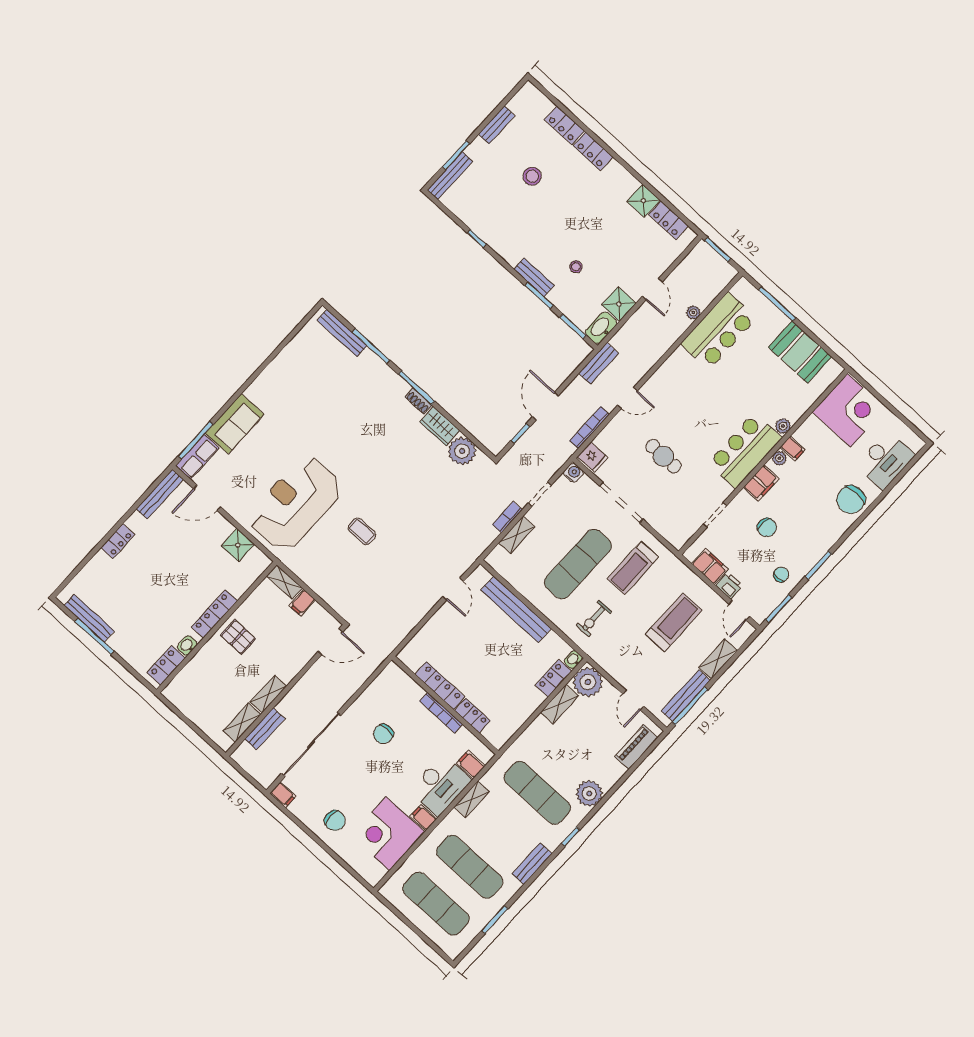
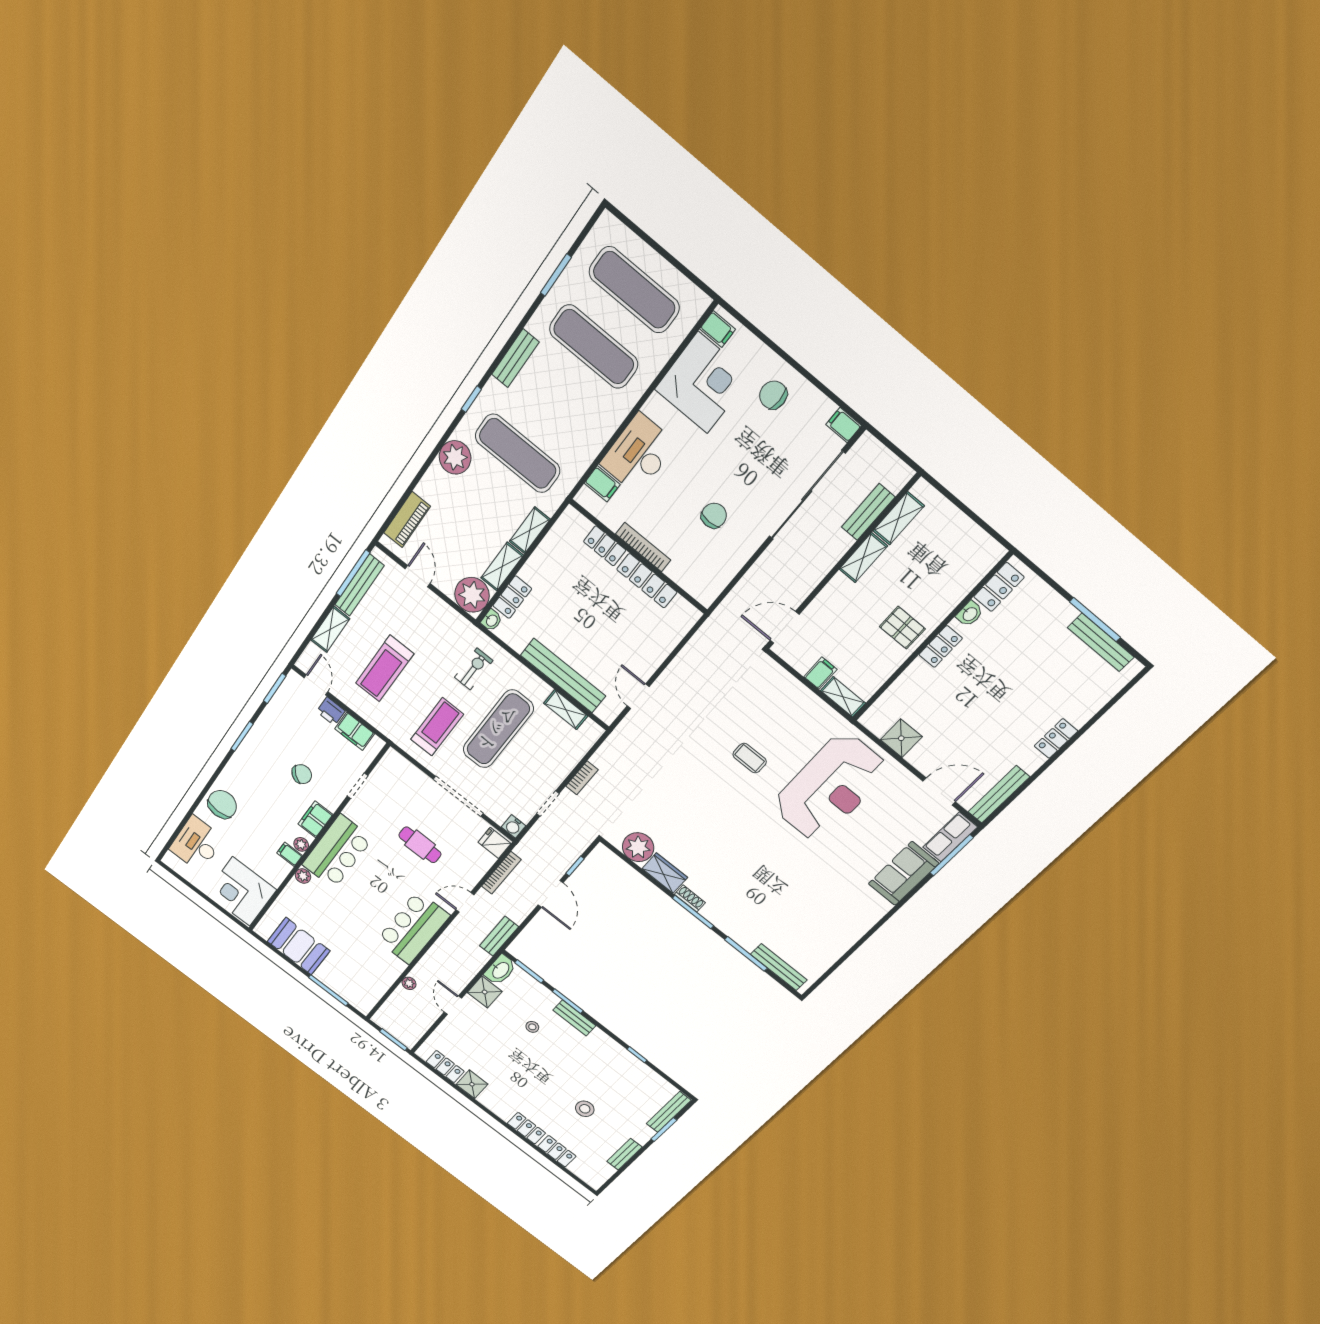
bar counter: (719, 331) -> (413, 928), moved
chair: (767, 527) -> (302, 774), turned 126
shelving: (517, 535) -> (566, 710), moved, turned 90
chair: (781, 575) -> (279, 725), removed
locker: (214, 614) -> (941, 646), width x0.66
shelving: (472, 799) -> (530, 530), moved
filing cabinet: (423, 818) -> (718, 329), moved

